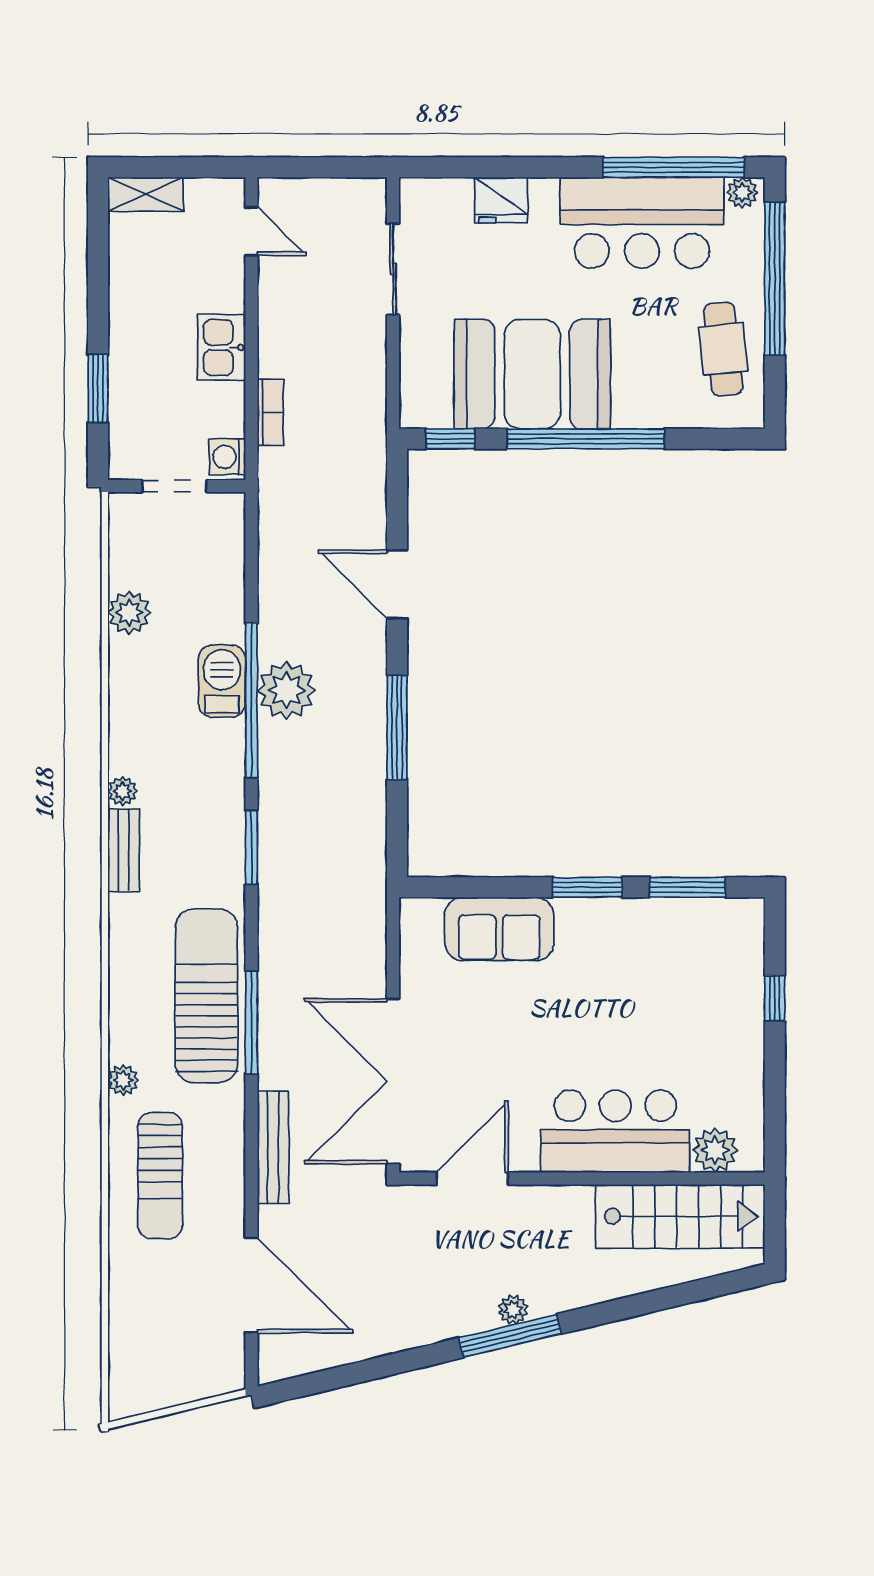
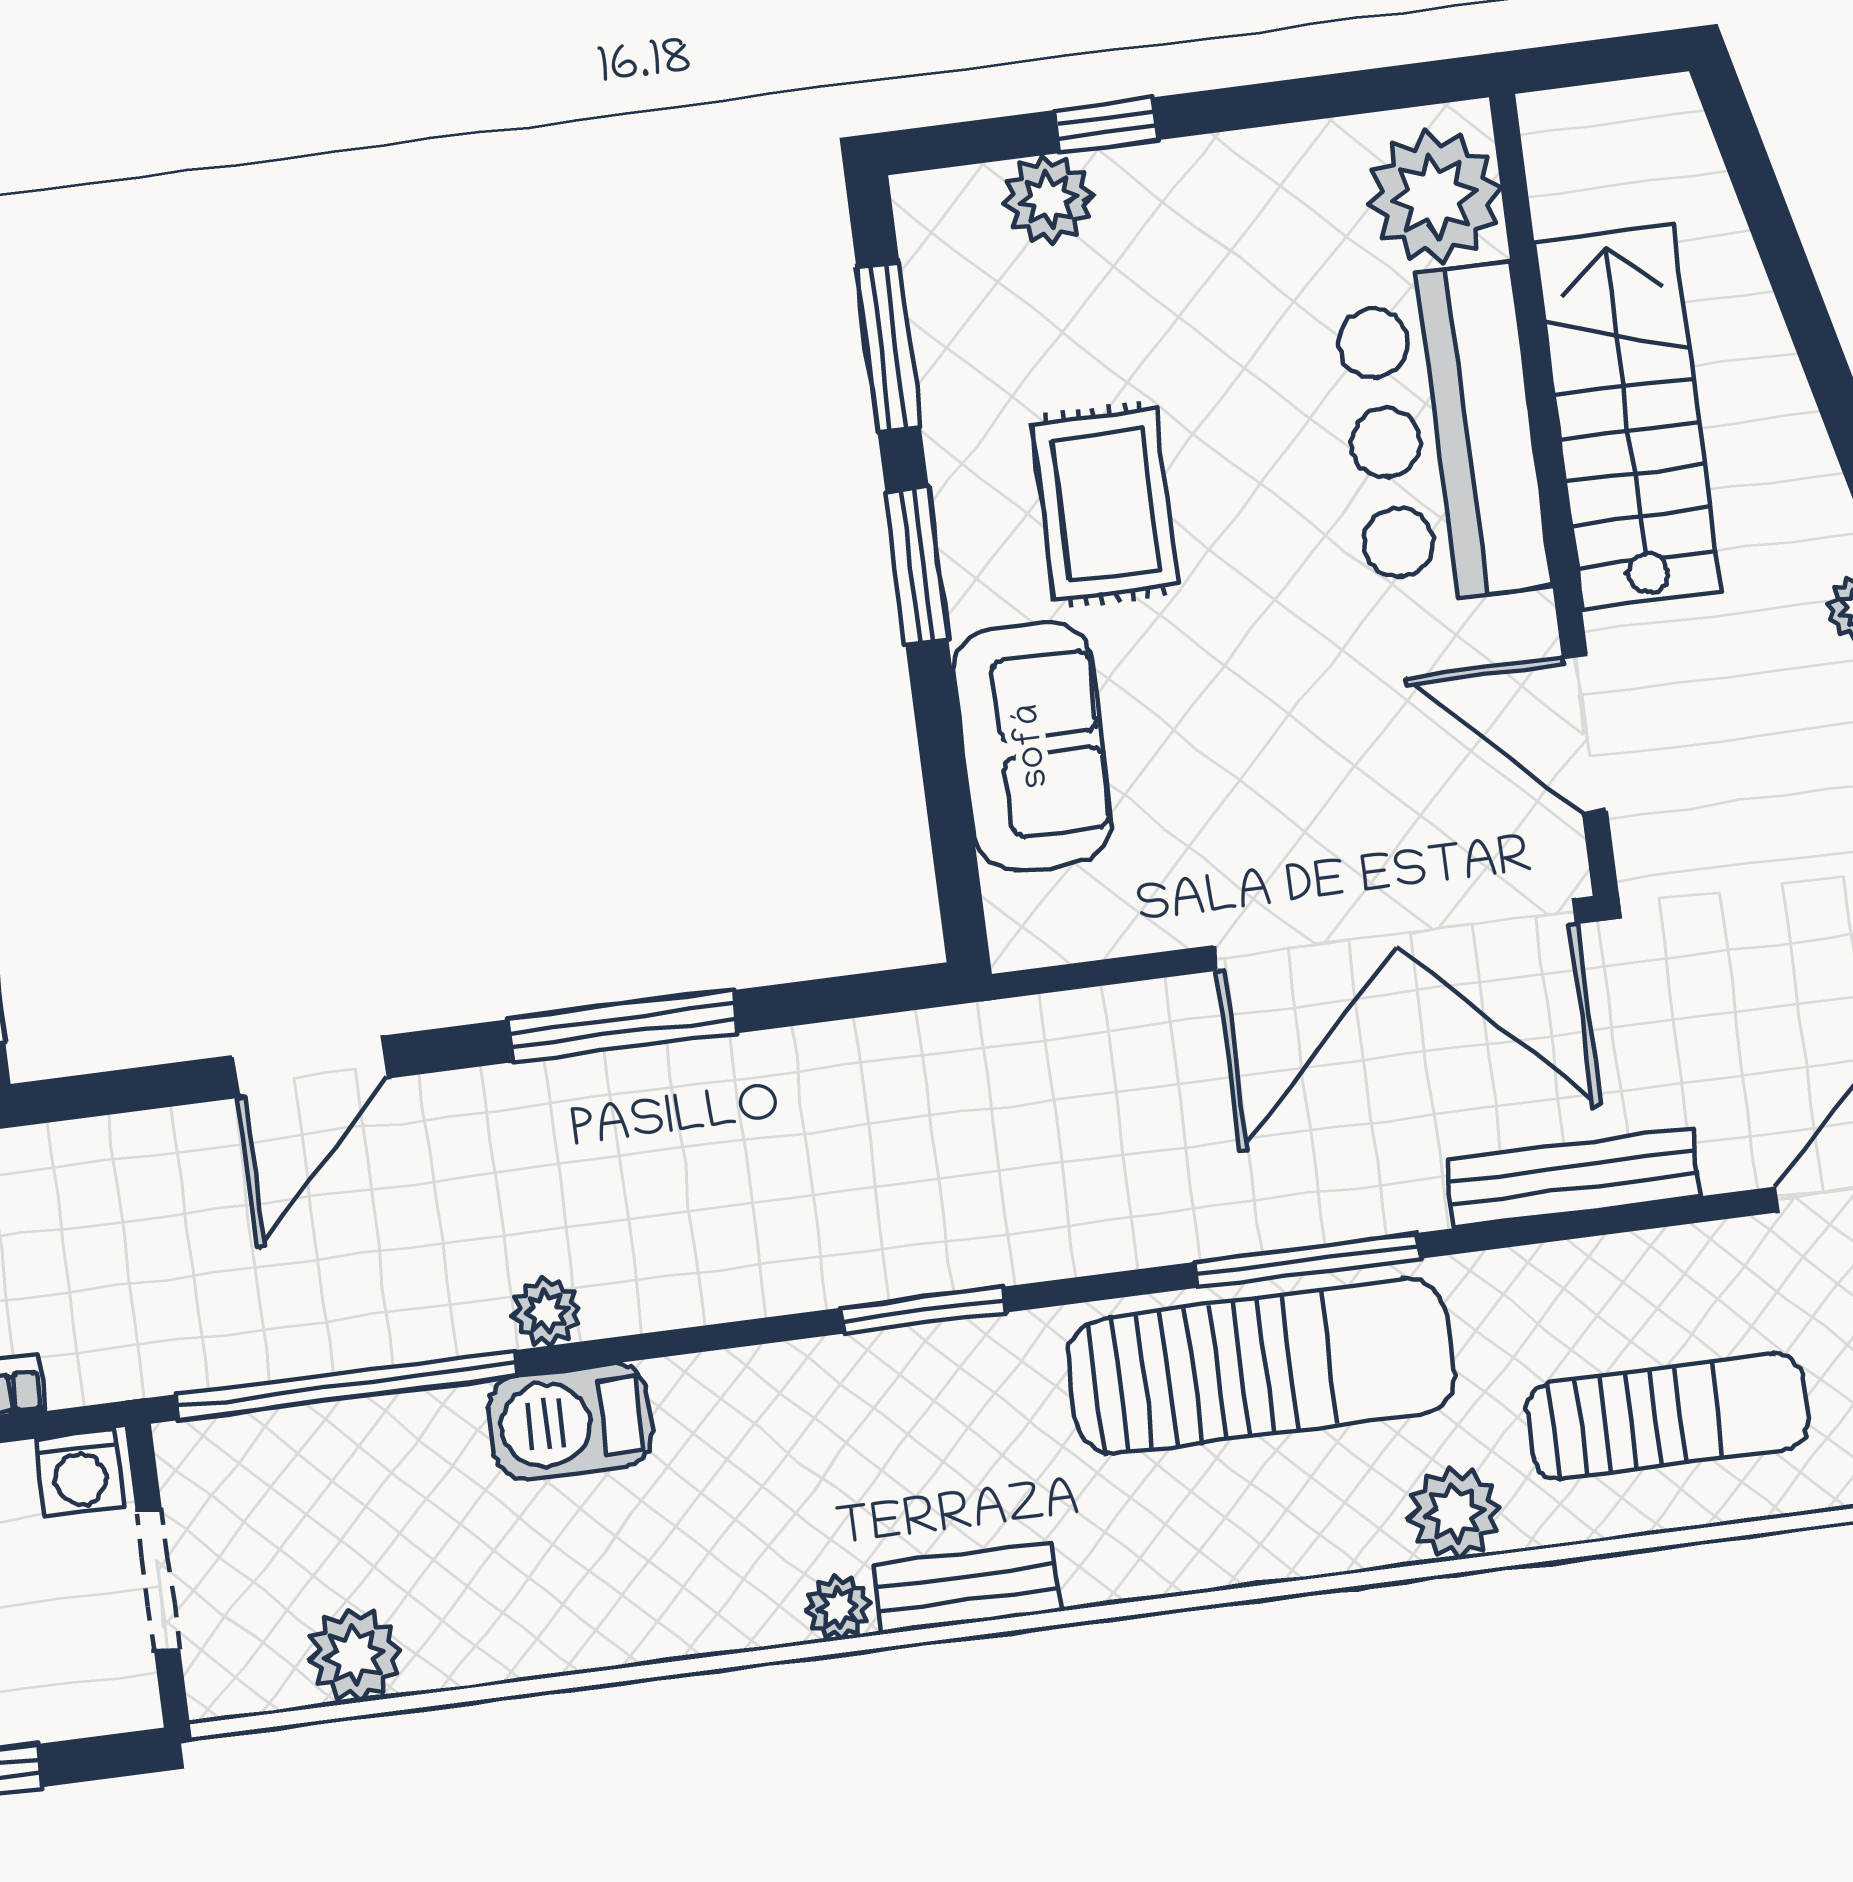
plant: (129, 613) -> (354, 1655), moved
plant: (287, 690) -> (546, 1312), width x0.53, depth x0.53
window: (251, 700) -> (348, 1385), moved
plant: (744, 968) -> (1048, 200), added
rug: (604, 976) -> (1105, 504), added
sun lounger: (206, 996) -> (1261, 1366), turned 180
plant: (123, 1080) -> (1455, 1513), width x1.38, depth x1.38
plant: (715, 1150) -> (1434, 197), width x1.36, depth x1.36
stairs: (680, 1216) -> (1628, 417), moved

